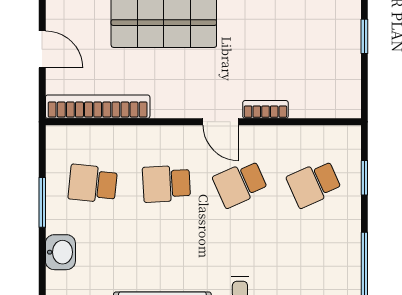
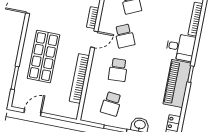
door: (42, 49) -> (33, 113), moved
bookcase: (98, 107) -> (79, 78), moved

